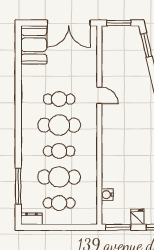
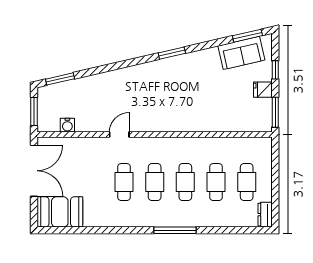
cafe table: (59, 125) -> (155, 182), width x0.73, depth x0.74
cafe table: (59, 177) -> (216, 182), width x0.73, depth x0.74
window: (18, 186) -> (175, 230), moved
water cooler: (107, 195) -> (67, 125), moved

